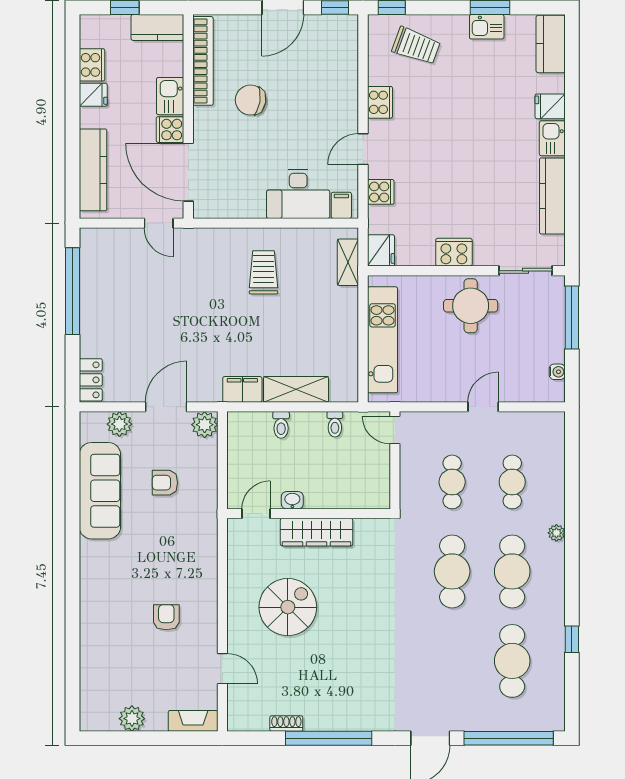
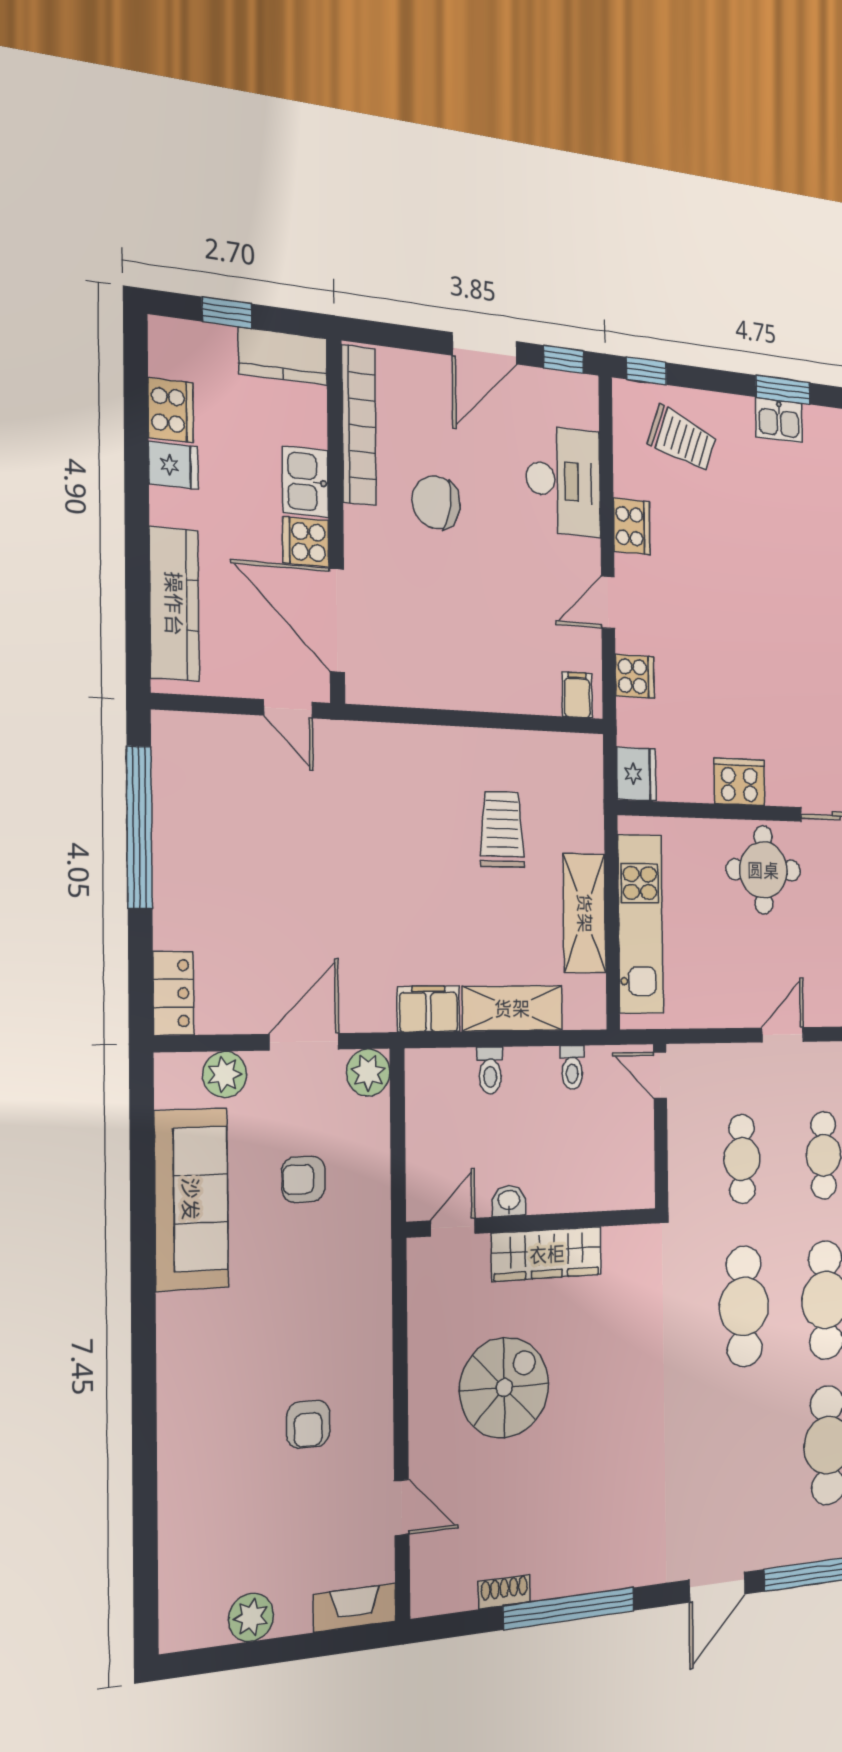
desk: (298, 194) -> (563, 481), moved, turned -90
shelving: (348, 262) -> (585, 913), moved, width x1.50, depth x1.33
trolley: (264, 272) -> (502, 829), moved
armchair: (166, 617) -> (308, 1424), turned 180

